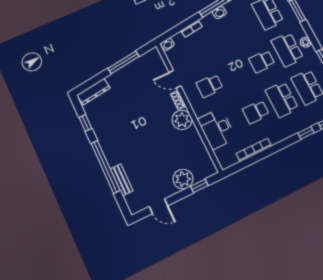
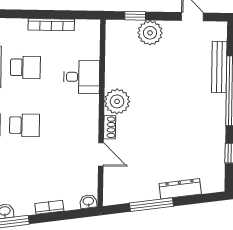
school desk: (210, 86) -> (24, 125), moved
dresser: (94, 92) -> (180, 189), moved
desk: (217, 129) -> (82, 77), width x0.73
bench: (122, 180) -> (219, 67), width x1.36

